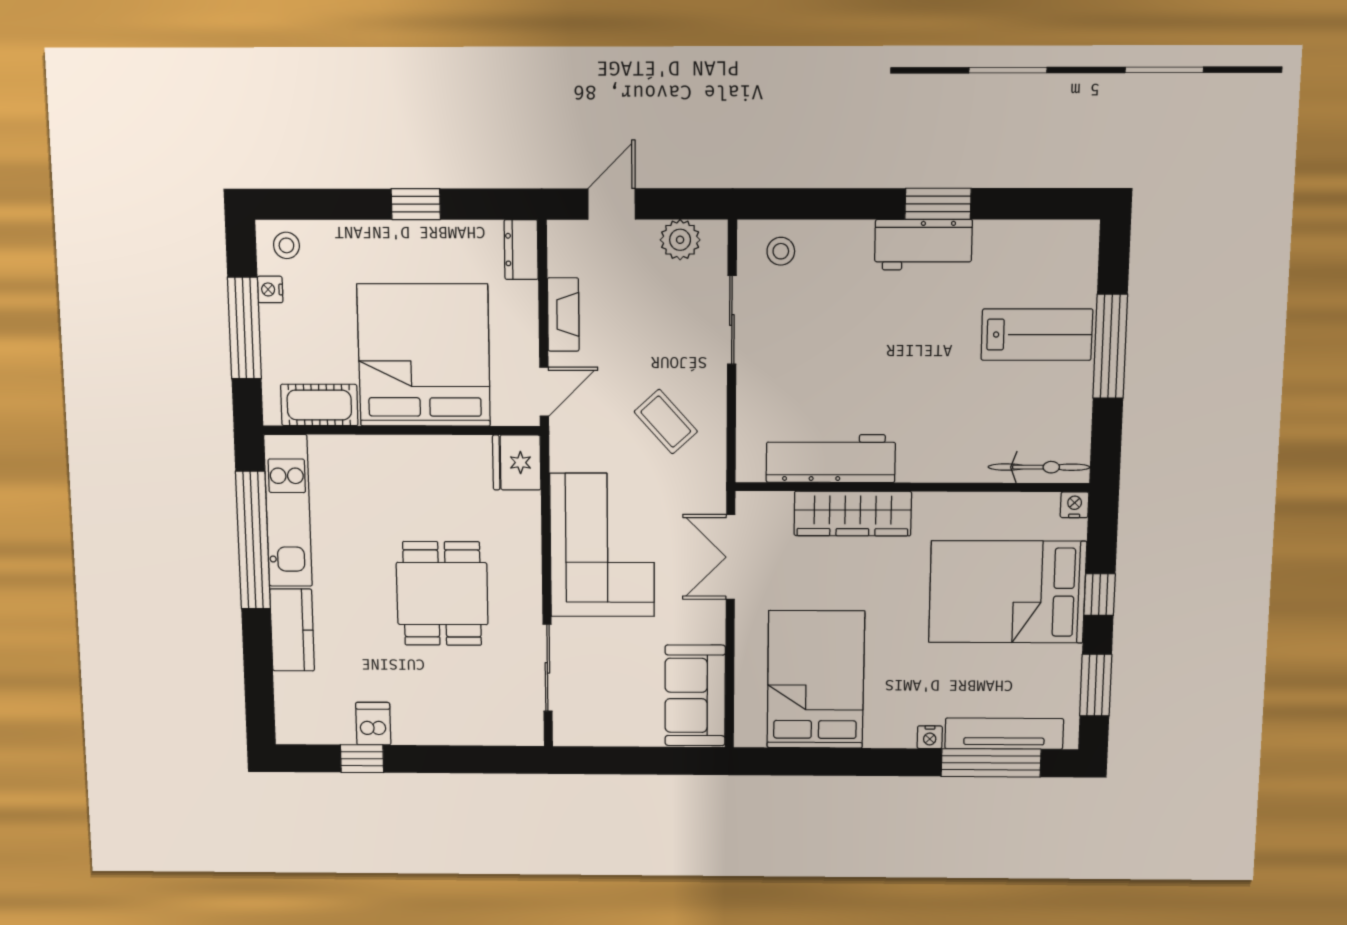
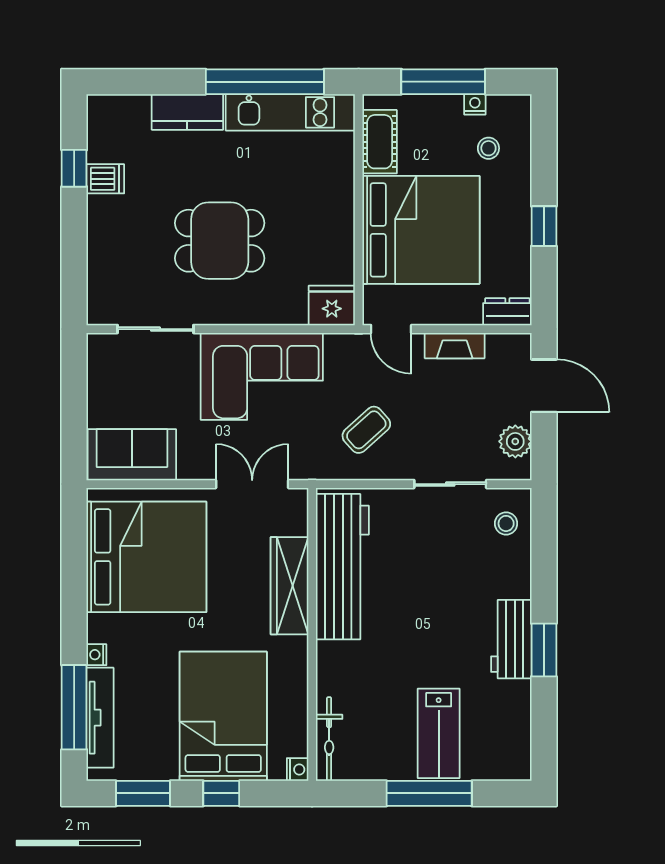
door: (612, 204) -> (544, 386), width x1.38
stool: (286, 245) -> (488, 148), moved
workbench: (831, 458) -> (342, 567), width x1.36, depth x1.32
bed: (816, 680) -> (146, 557), width x1.36

